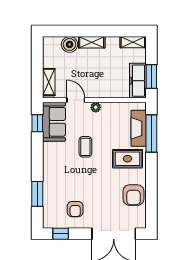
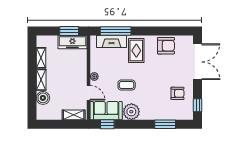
shelving: (133, 42) -> (41, 58), moved
door: (76, 100) -> (88, 93), swing flipped
plant: (53, 153) -> (131, 112), added

